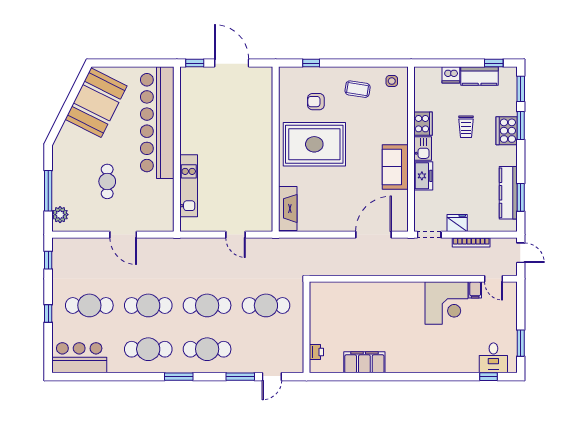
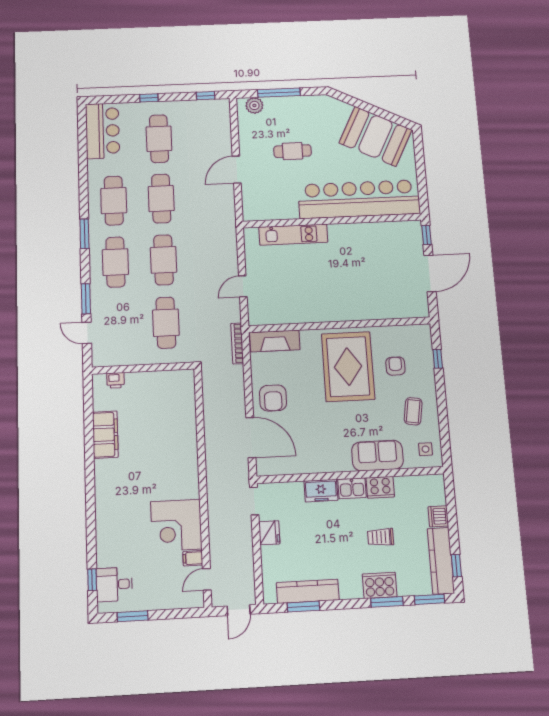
kitchen counter: (480, 76) -> (441, 561), width x1.50
sofa: (395, 167) -> (377, 456), moved
armchair: (339, 213) -> (273, 398), added
bookcase: (471, 242) -> (237, 343), moved

